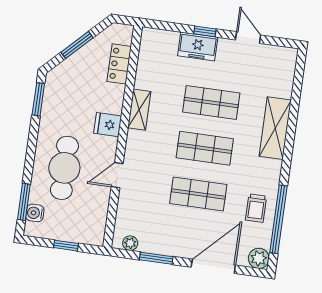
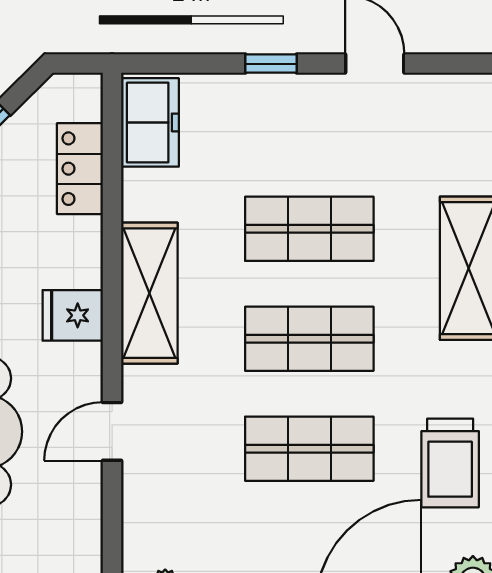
freezer: (198, 46) -> (150, 122), moved, turned -90
shelving: (139, 110) -> (149, 293), width x1.50, depth x1.33
trolley: (256, 208) -> (450, 463), width x1.36, depth x1.39

